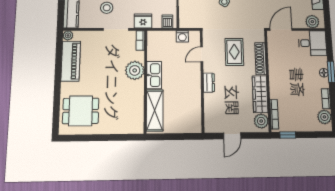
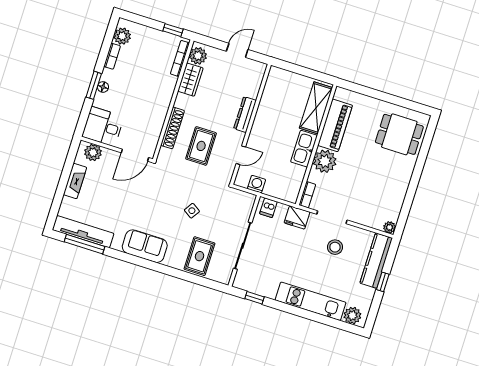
piano: (71, 61) -> (335, 125), moved, turned 180
dresser: (209, 83) -> (245, 114), width x1.44
wardrobe: (260, 94) -> (190, 80), width x0.67

